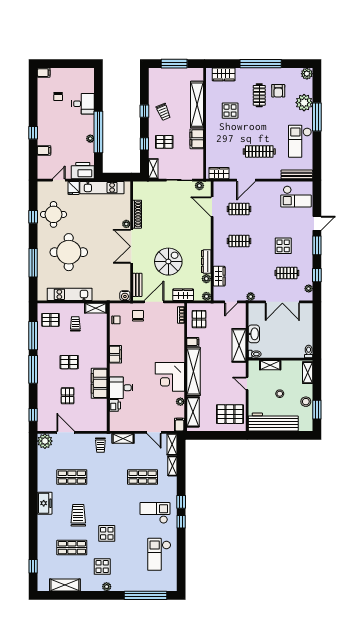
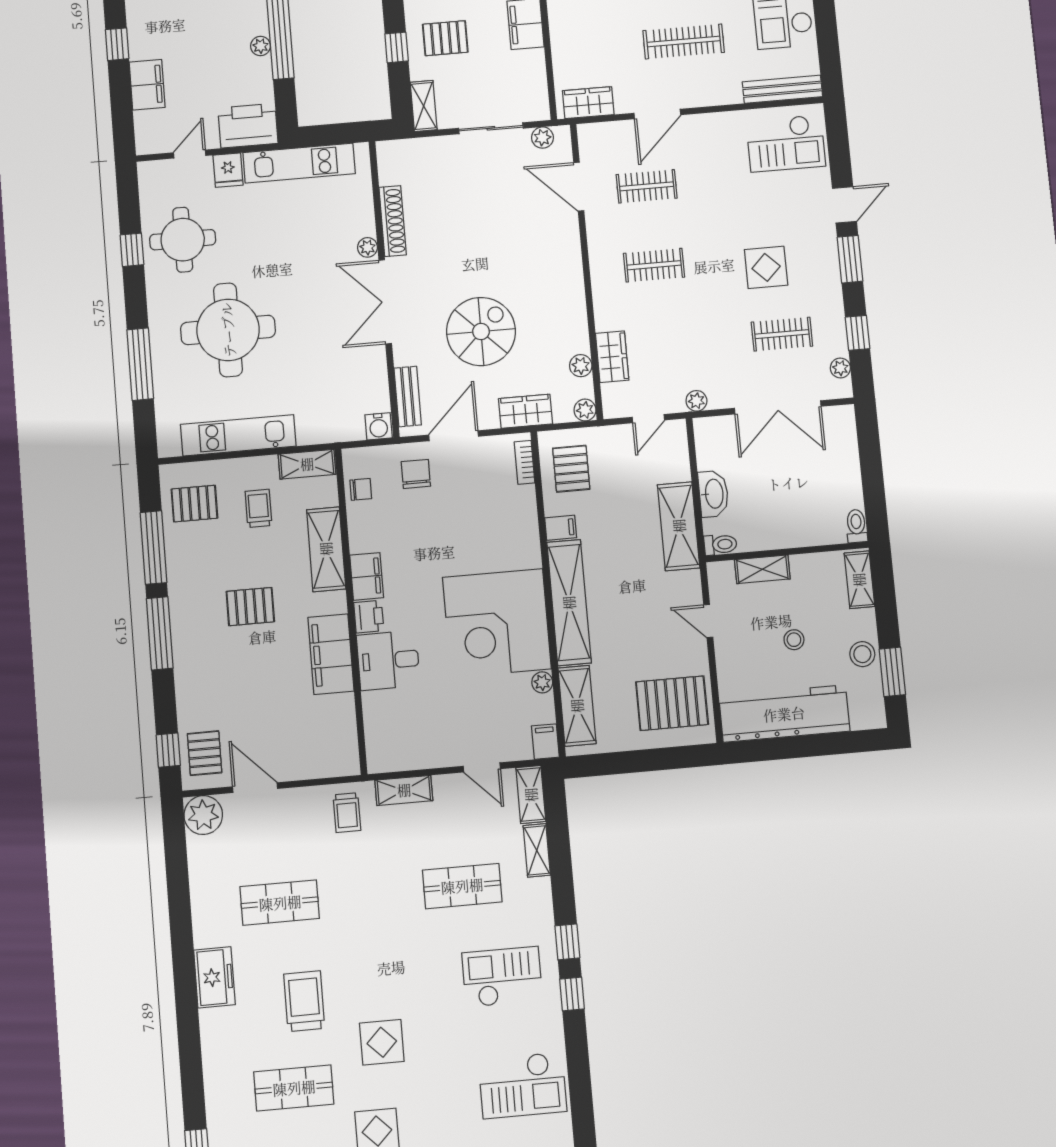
filing cabinet: (44, 150) -> (147, 85), width x2.00
dresser: (206, 261) -> (576, 323), removed
shelving: (101, 342) -> (326, 549), added
corner desk: (170, 377) -> (497, 623), width x1.36, depth x1.36
pallet: (68, 396) -> (205, 753), moved
printer: (115, 405) -> (369, 617), moved
checkout: (159, 554) -> (523, 1085), turned -90

